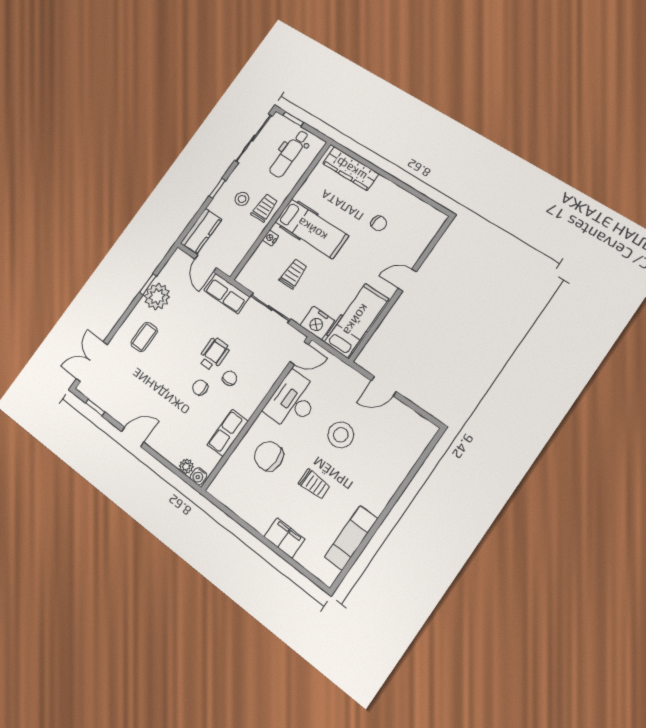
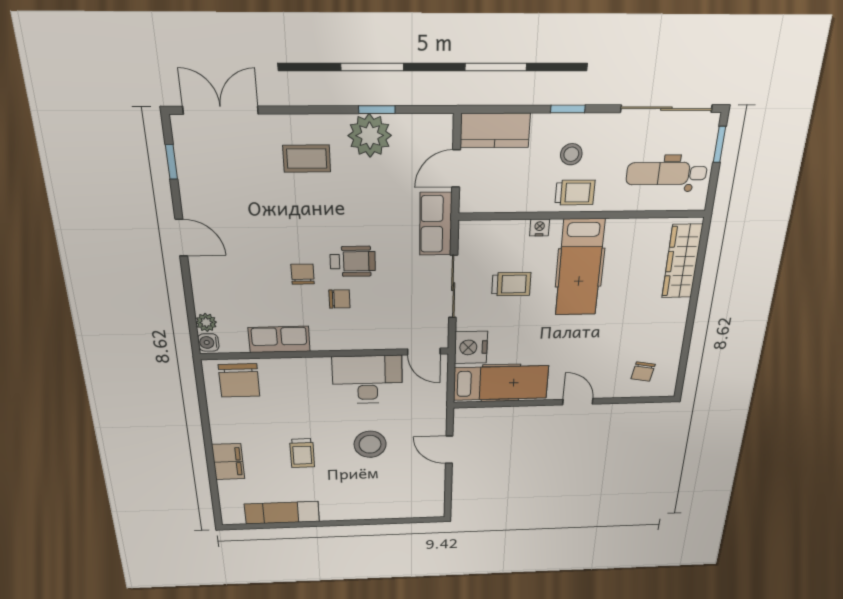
chair: (379, 223) -> (643, 372), moved
chair: (269, 456) -> (239, 380), moved, turned 180

